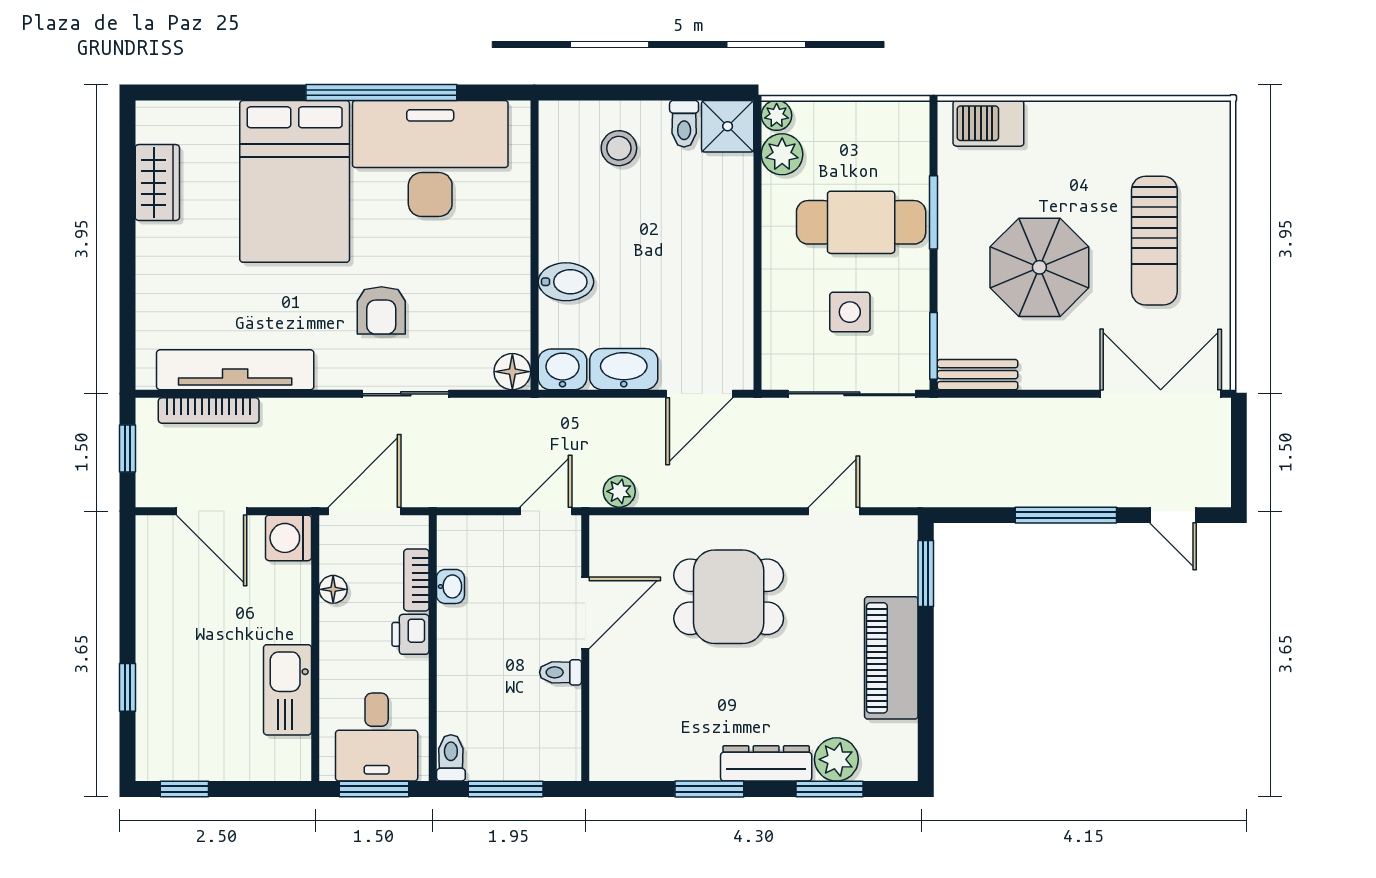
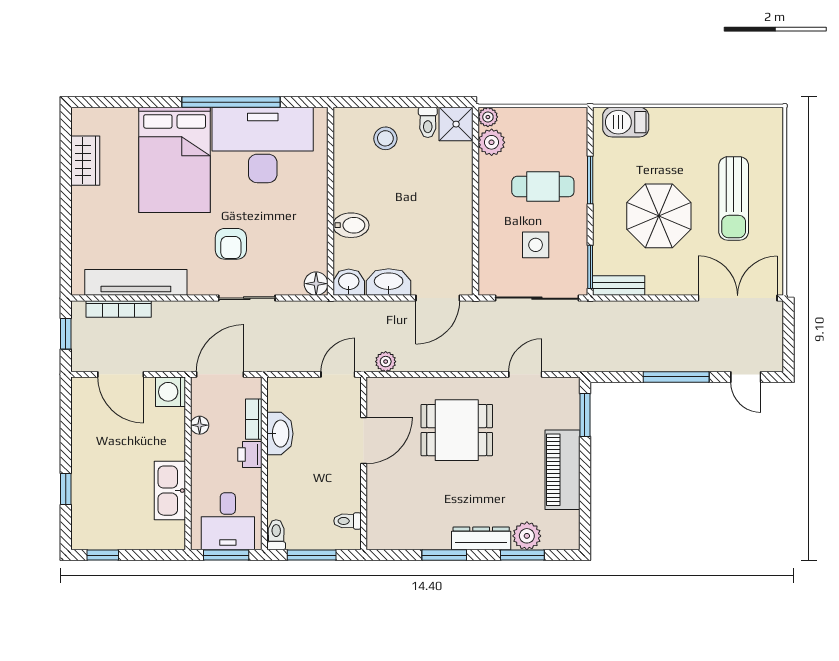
cafe table: (861, 222) -> (543, 187), width x0.73, depth x0.74
washbasin: (450, 586) -> (280, 434), width x1.91, depth x1.45
toilet: (561, 672) -> (347, 521), moved

